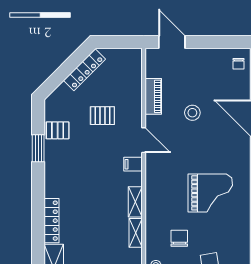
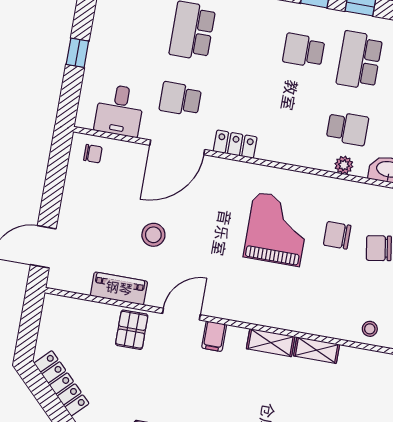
pallet: (102, 116) -> (132, 330), moved
chair: (179, 238) -> (337, 235), moved

